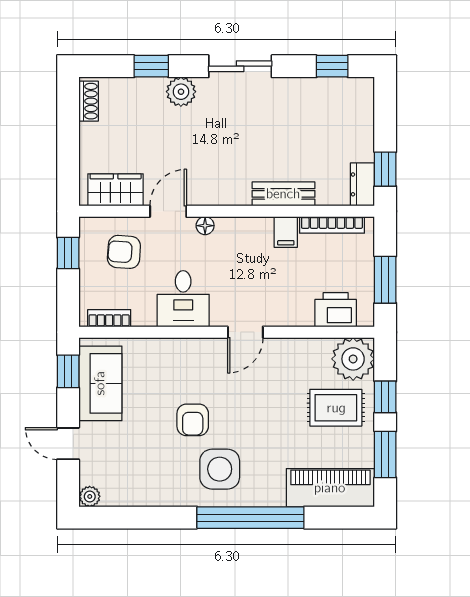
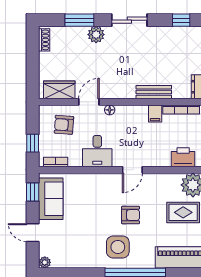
window: (151, 66) -> (79, 20), width x1.50
window: (68, 253) -> (33, 143), moved
armchair: (193, 420) -> (131, 215), moved, turned -90

